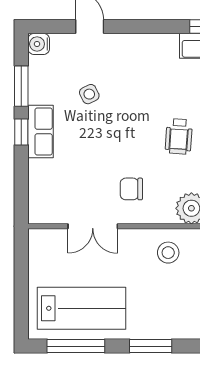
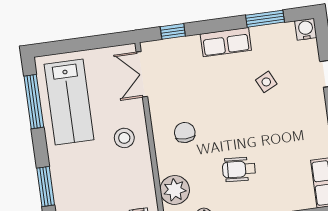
window: (21, 132) -> (173, 31), moved
double door: (93, 226) -> (142, 74), moved
stool: (168, 253) -> (124, 138), moved
window: (151, 346) -> (46, 186), moved

